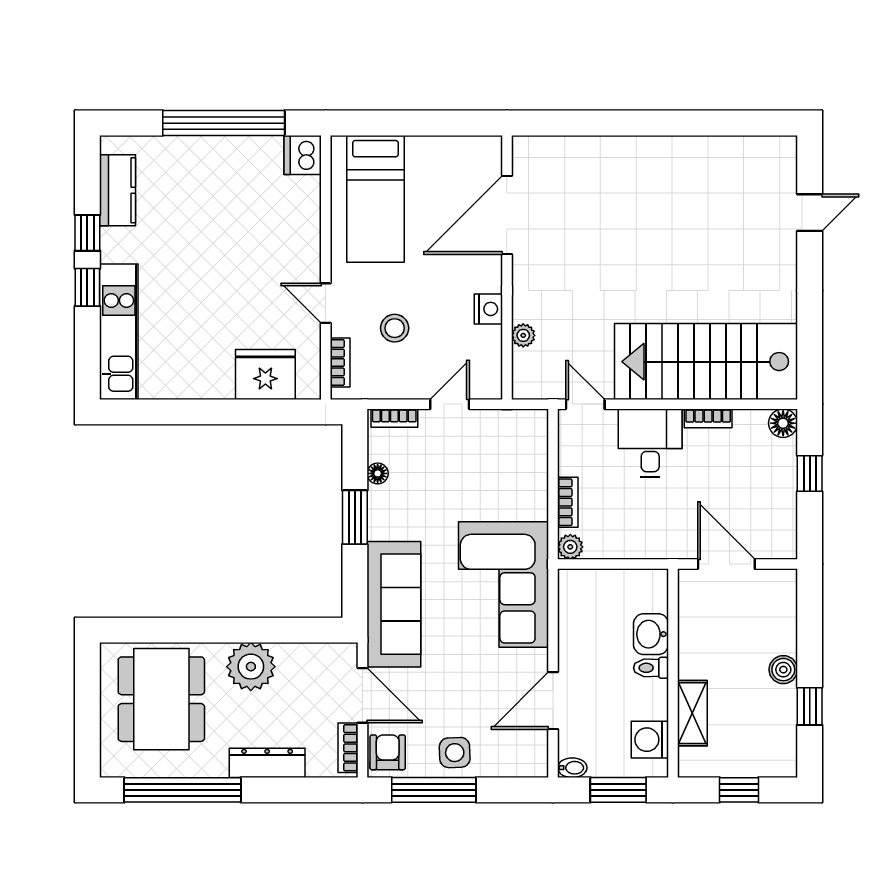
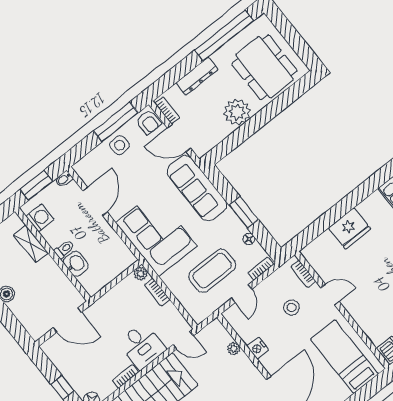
fridge: (265, 374) -> (350, 228), moved
coffee table: (466, 470) -> (212, 271), added

